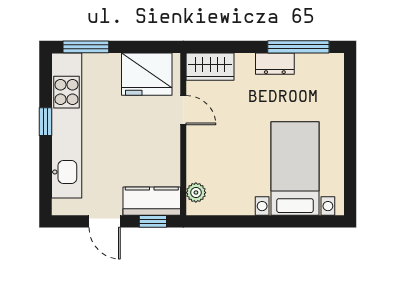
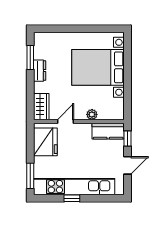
window: (298, 47) -> (30, 57), width x0.69
bed with nightstands: (295, 168) -> (98, 67), width x1.36
plant: (196, 193) -> (92, 114), moved
kitchen counter: (152, 201) -> (108, 131), moved, turned -90

